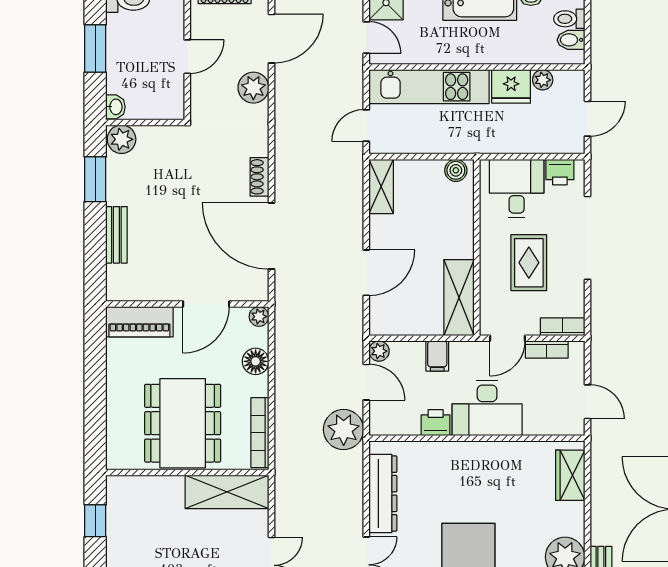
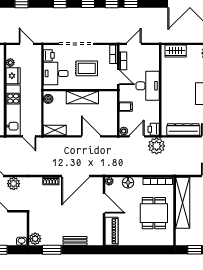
shelving: (459, 298) -> (82, 98), moved
door: (587, 402) -> (134, 44), moved
dining table: (183, 423) -> (154, 213), width x0.73
printer: (436, 423) -> (154, 129), moved
shelving: (227, 492) -> (183, 203), width x1.47

